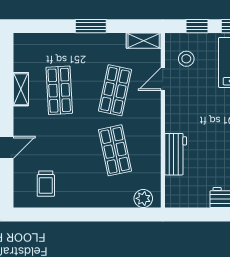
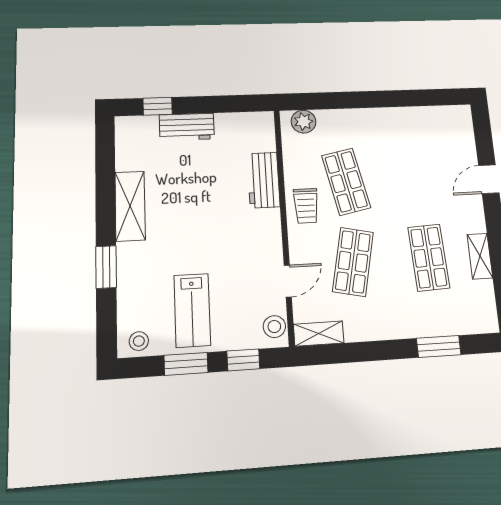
window: (91, 26) -> (439, 347), moved
stool: (186, 59) -> (274, 327), moved
trolley: (46, 184) -> (306, 206), moved, turned 180

